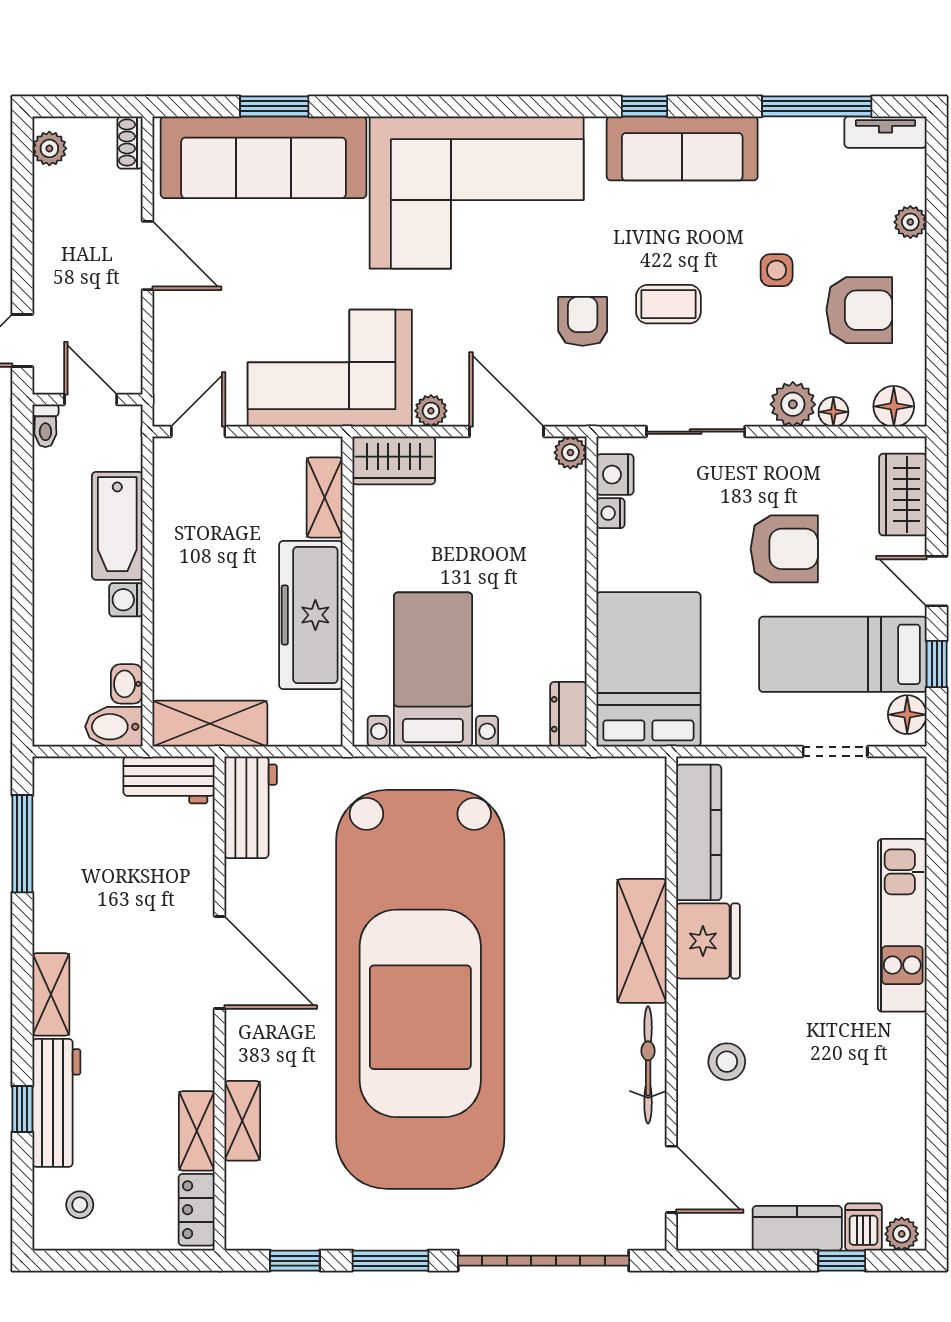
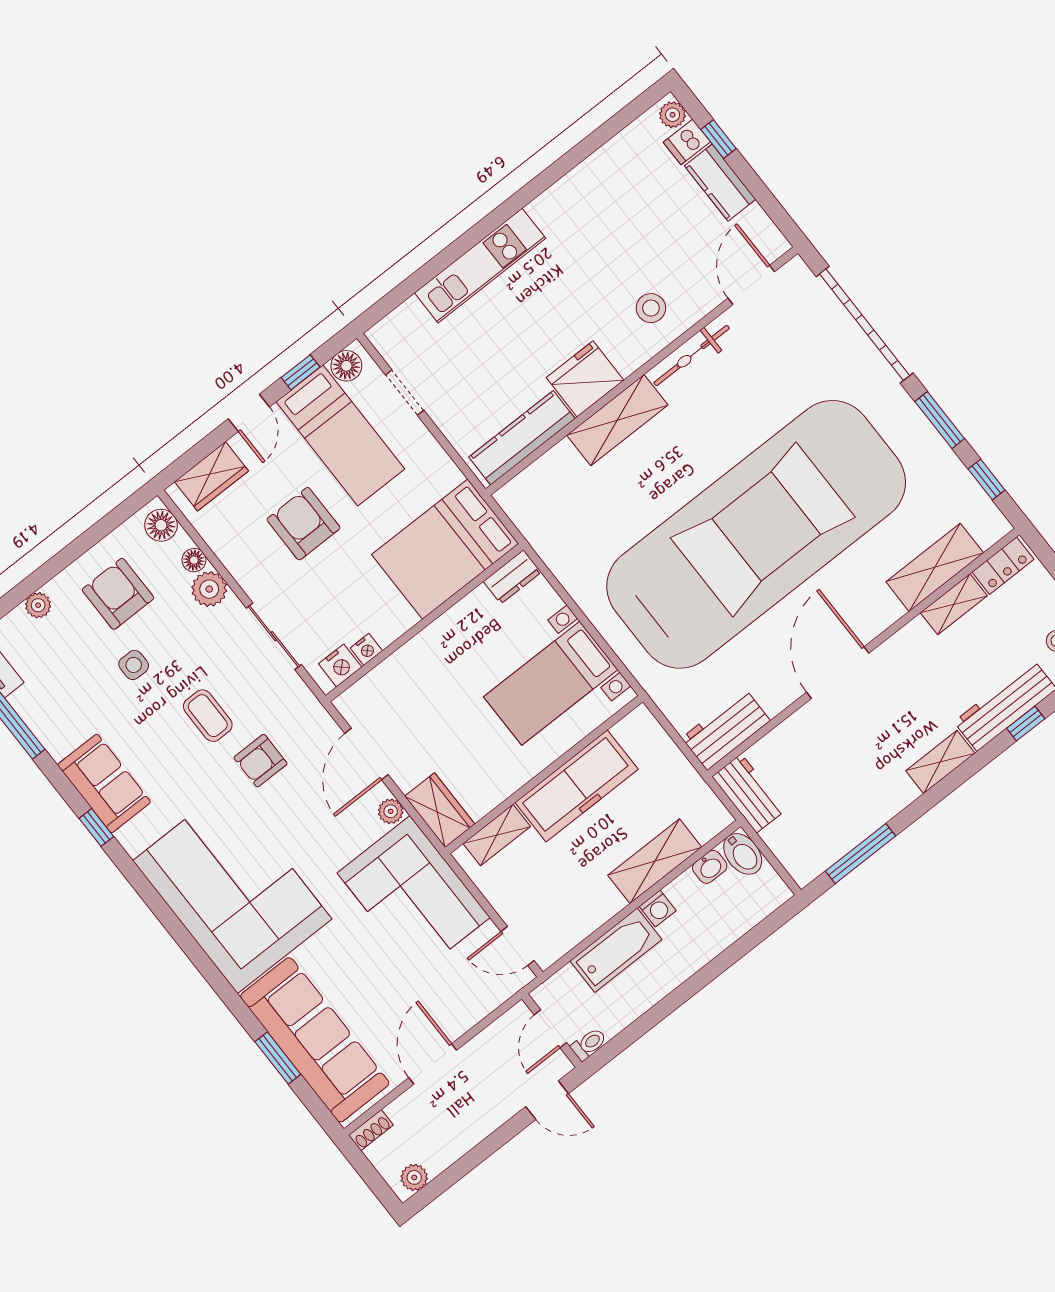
sofa: (682, 148) -> (104, 783), width x0.73
plant: (570, 453) -> (348, 704), removed
shelving: (210, 724) -> (655, 861), moved, turned 90
shelving: (242, 1121) -> (935, 567), width x1.50, depth x1.33

